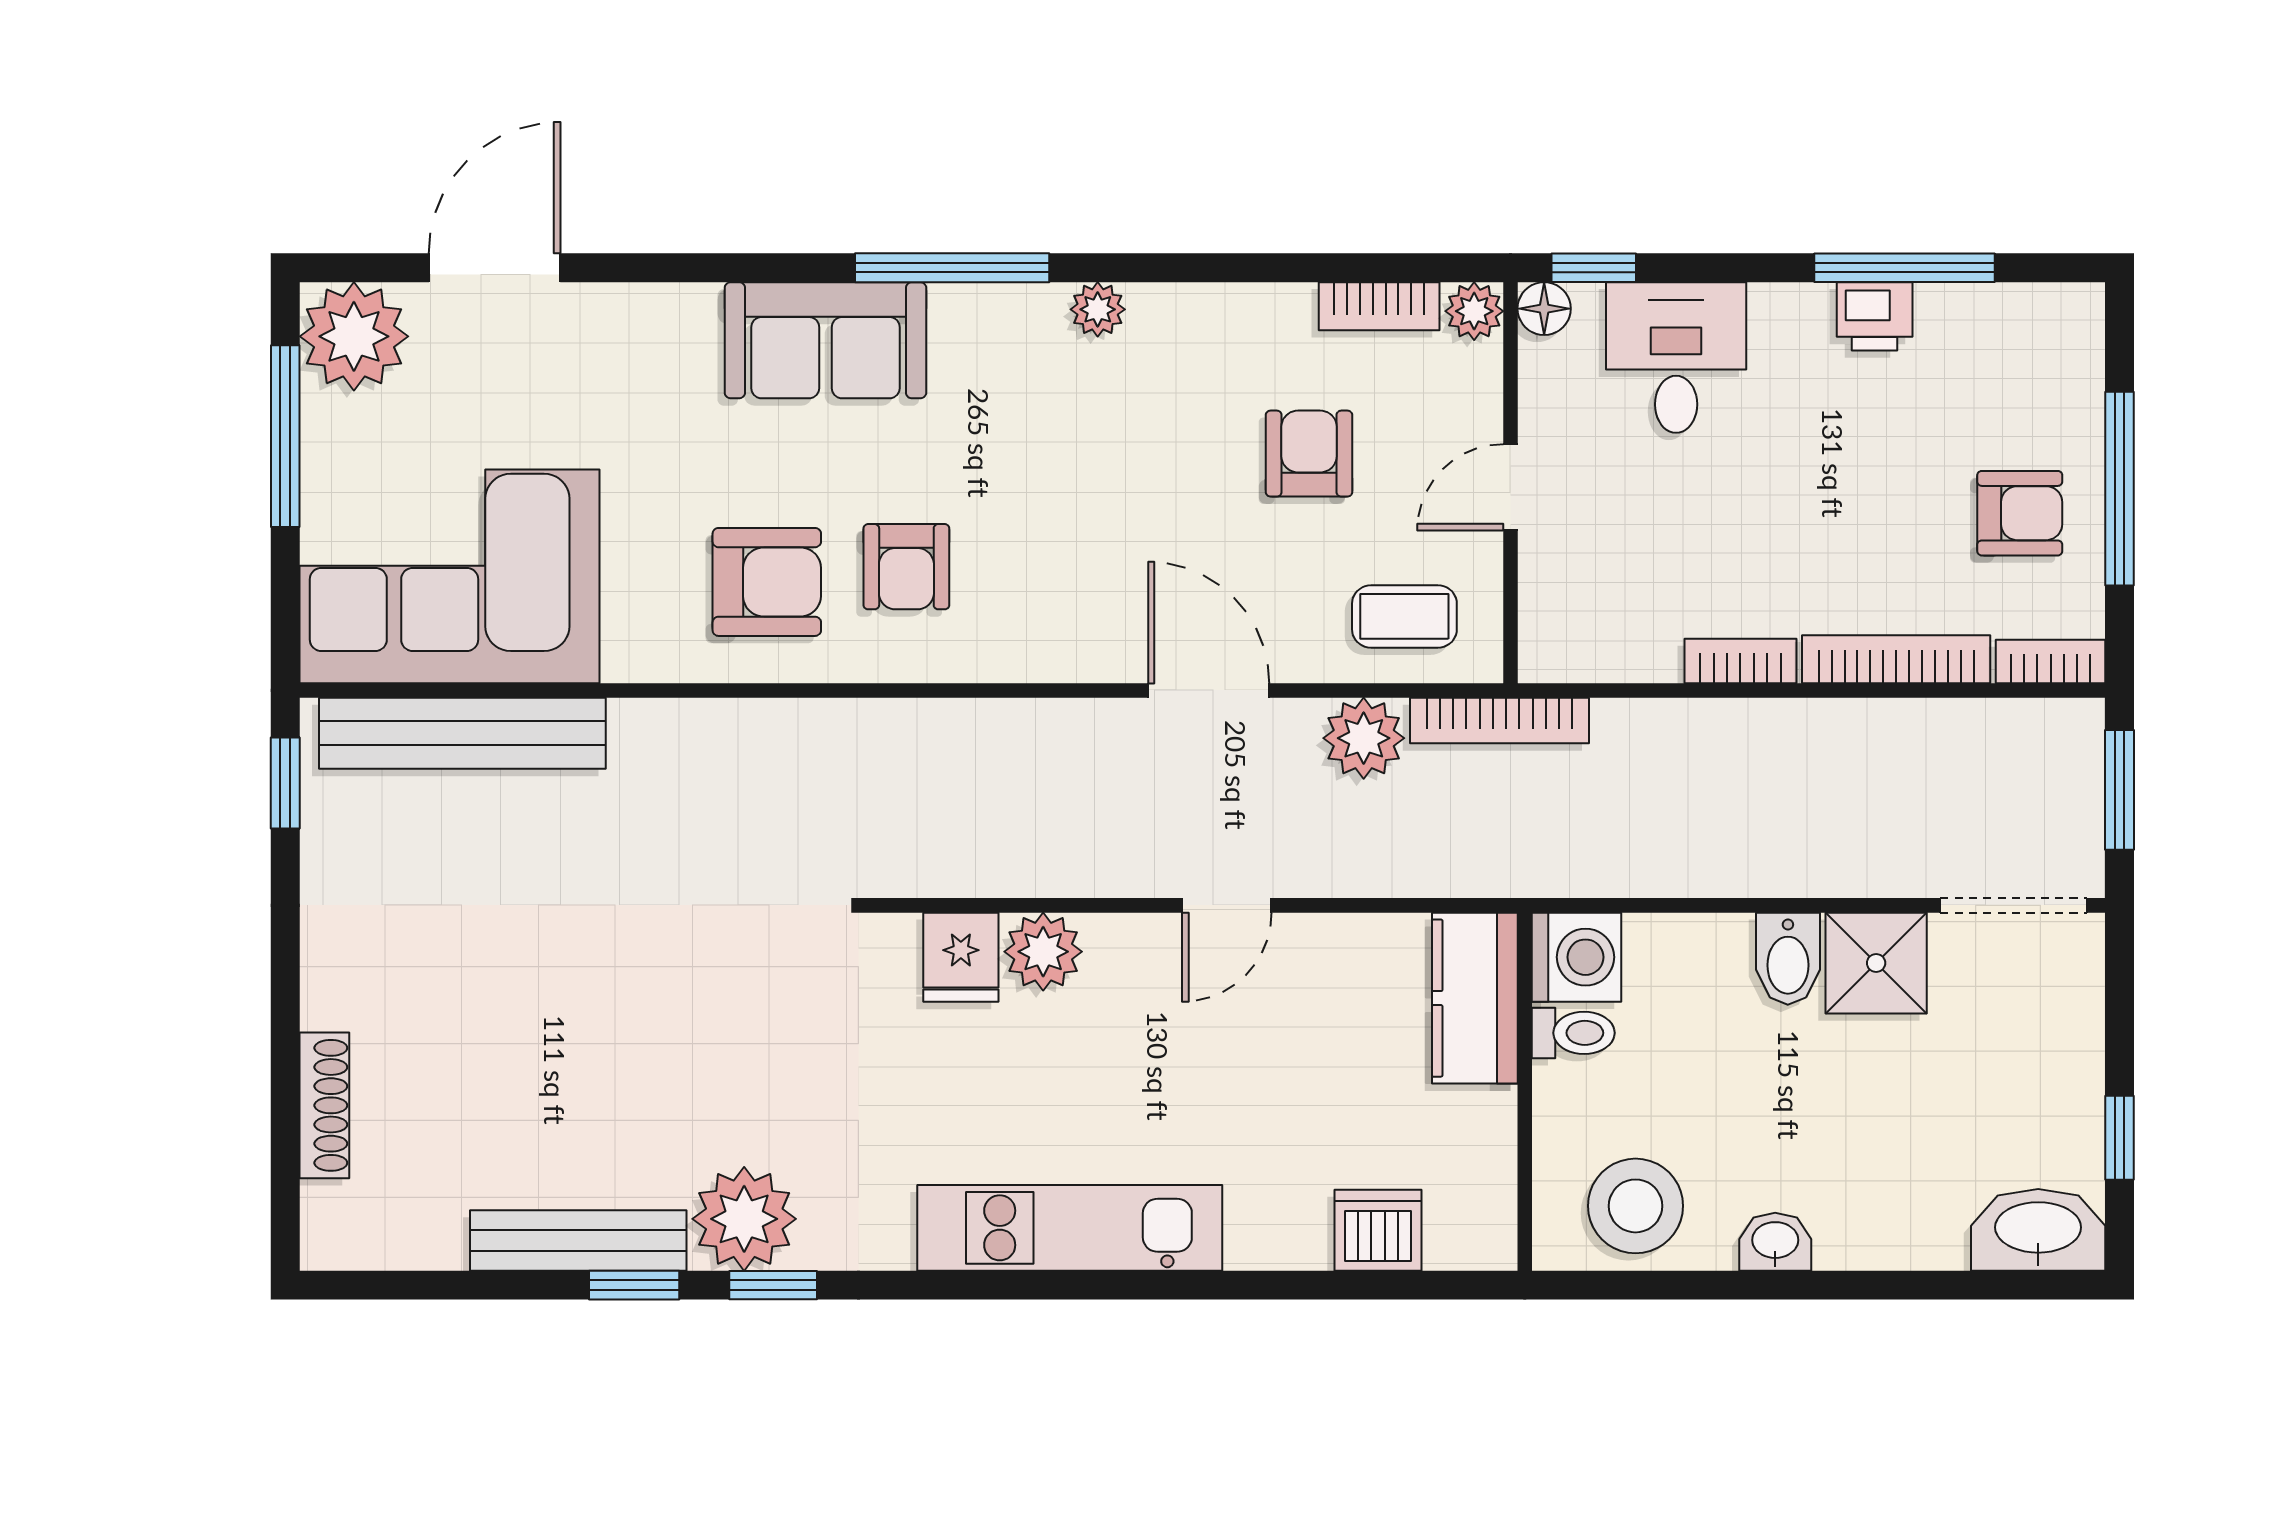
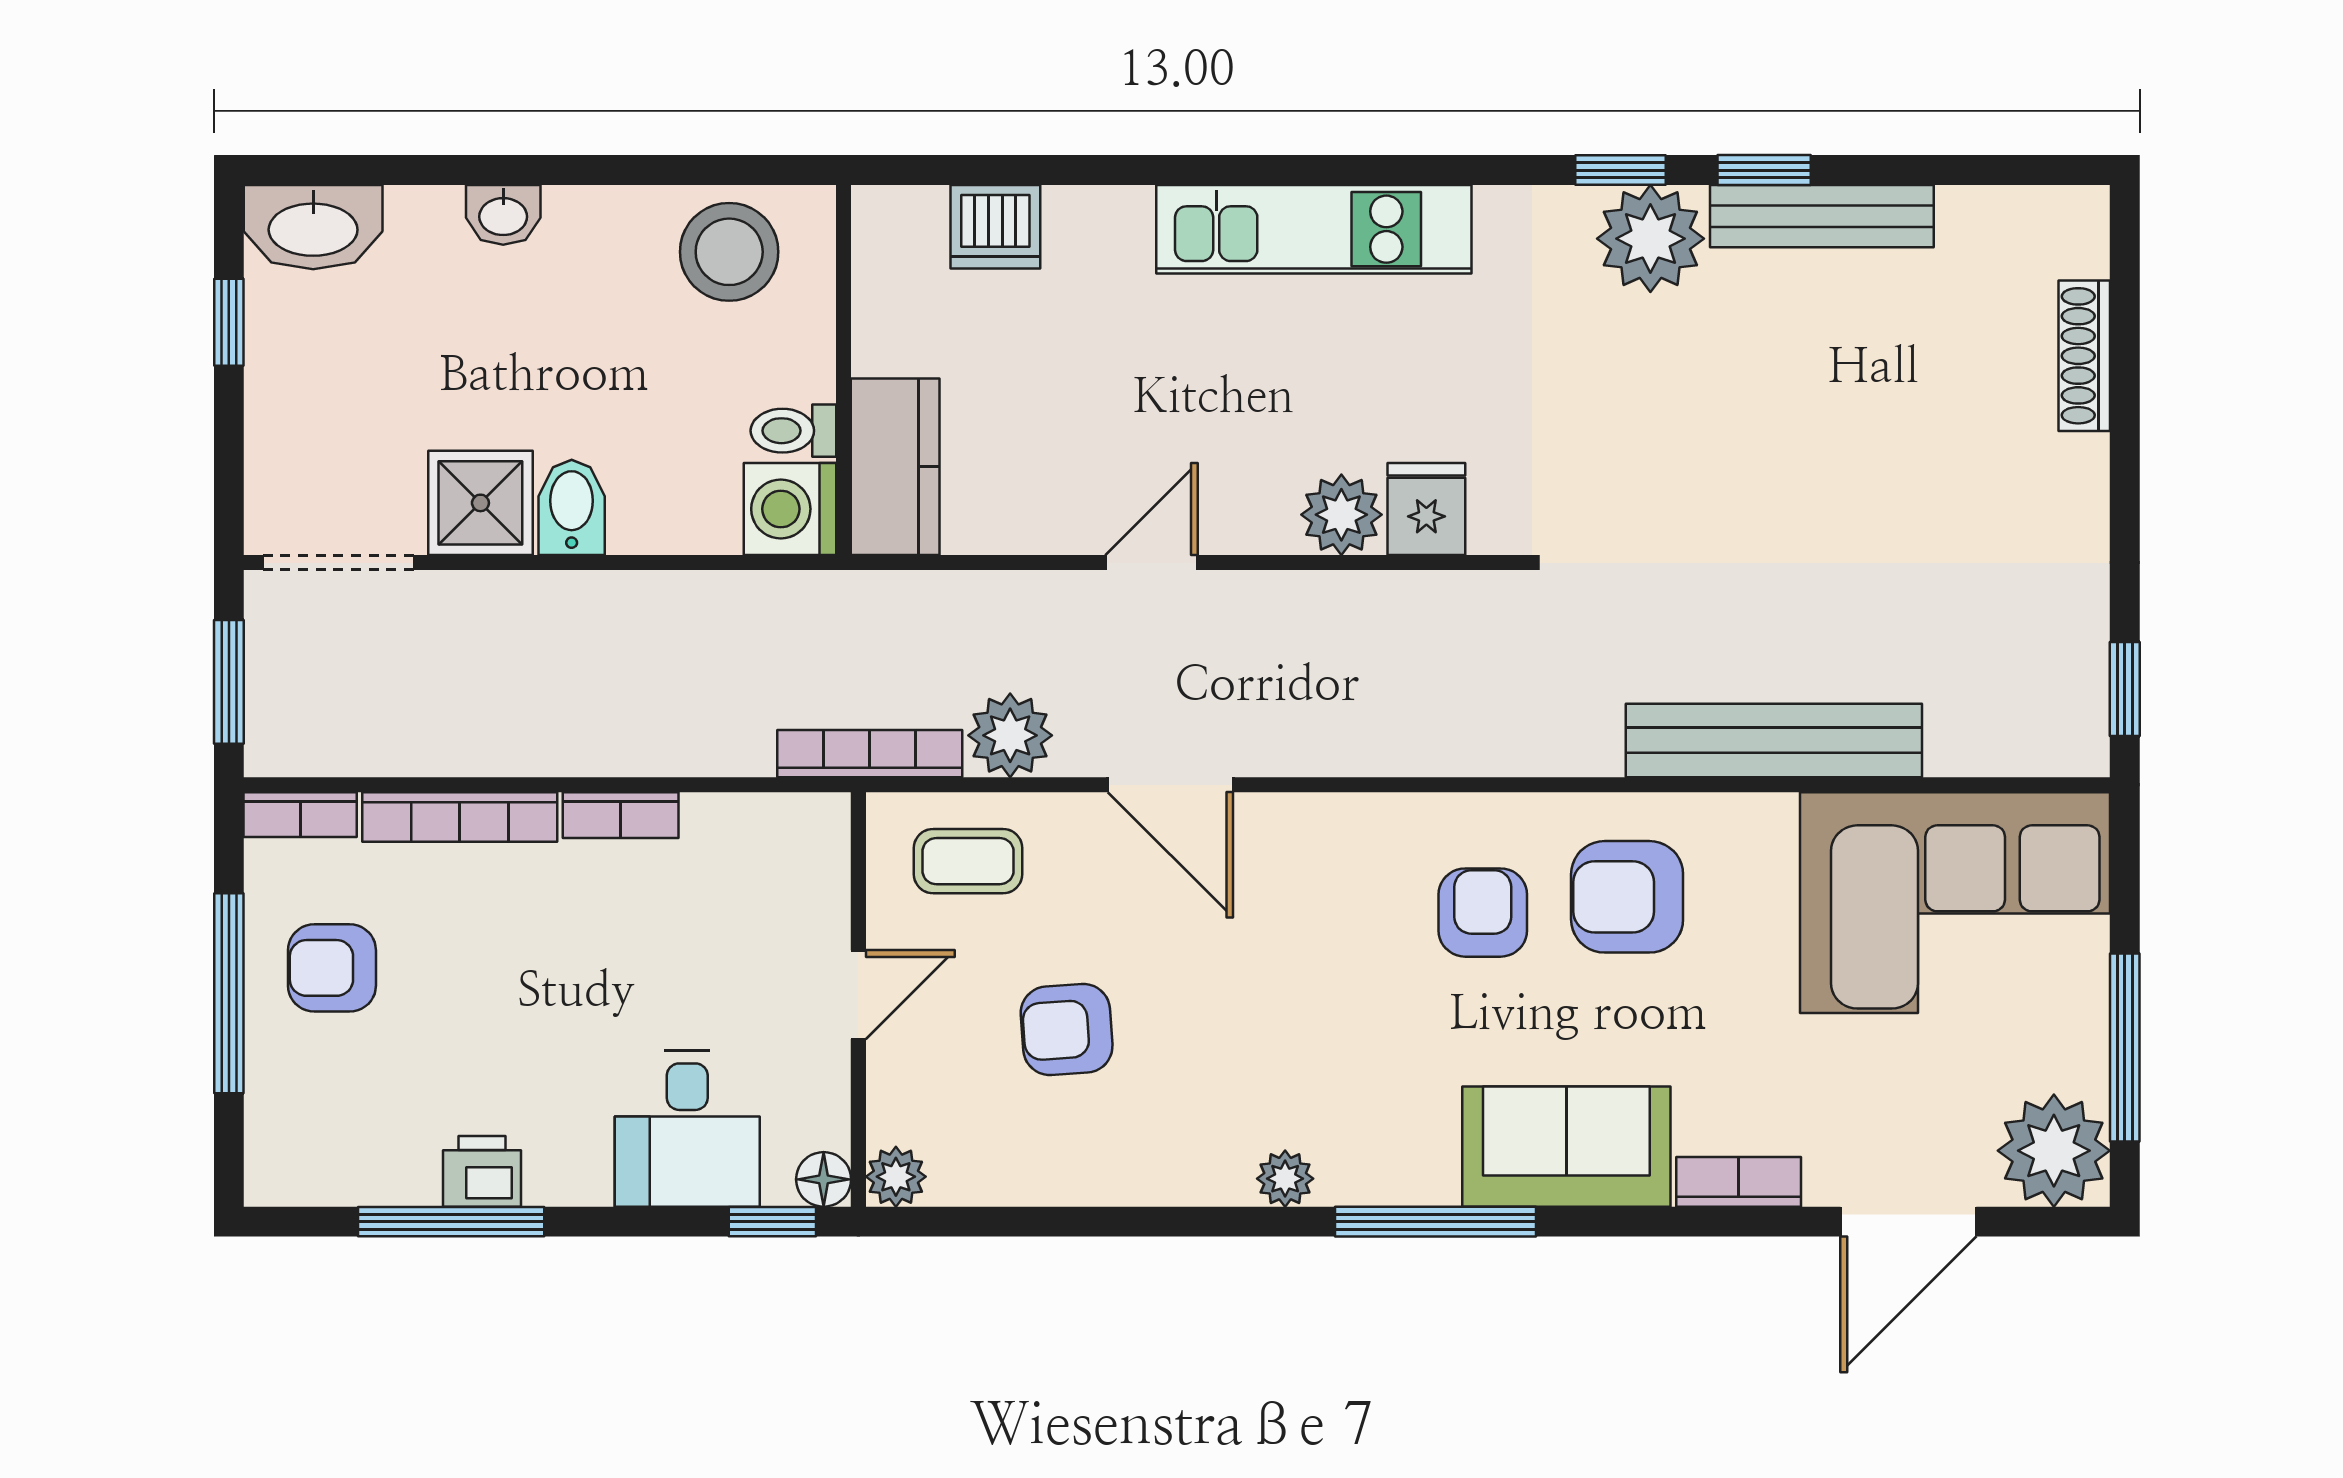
bookcase: (1379, 306) -> (1739, 1182), moved
armchair: (1309, 454) -> (1067, 1030), turned 86
bench: (462, 733) -> (1774, 740), moved
washbasin: (1775, 1242) -> (503, 215), moved

